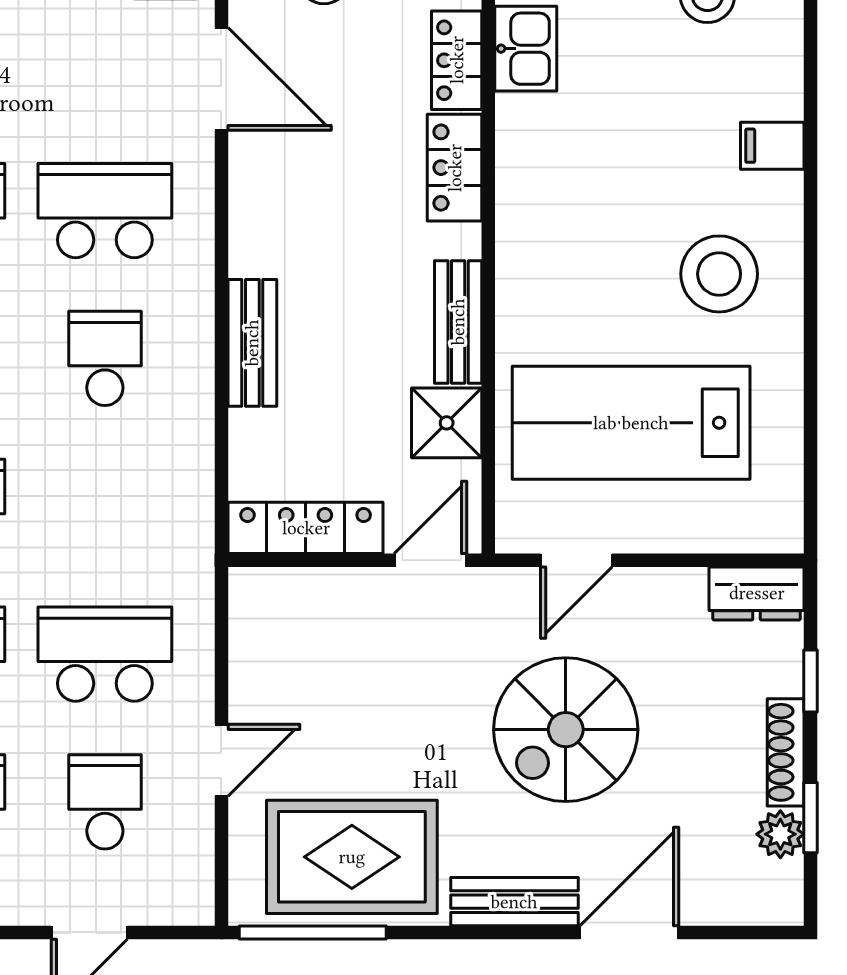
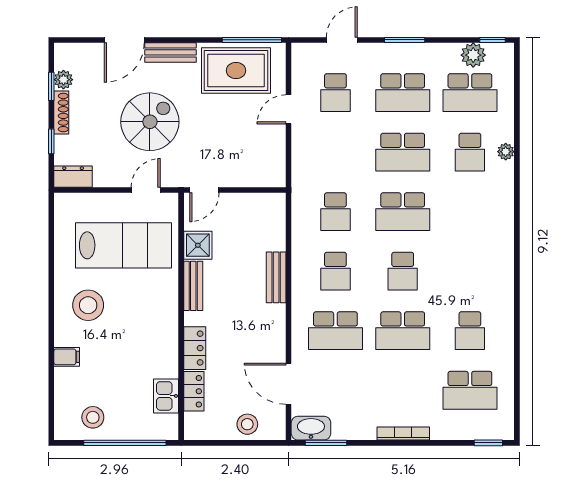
locker: (306, 528) -> (255, 203), removed
school desk: (105, 654) -> (335, 212), moved, width x0.54

